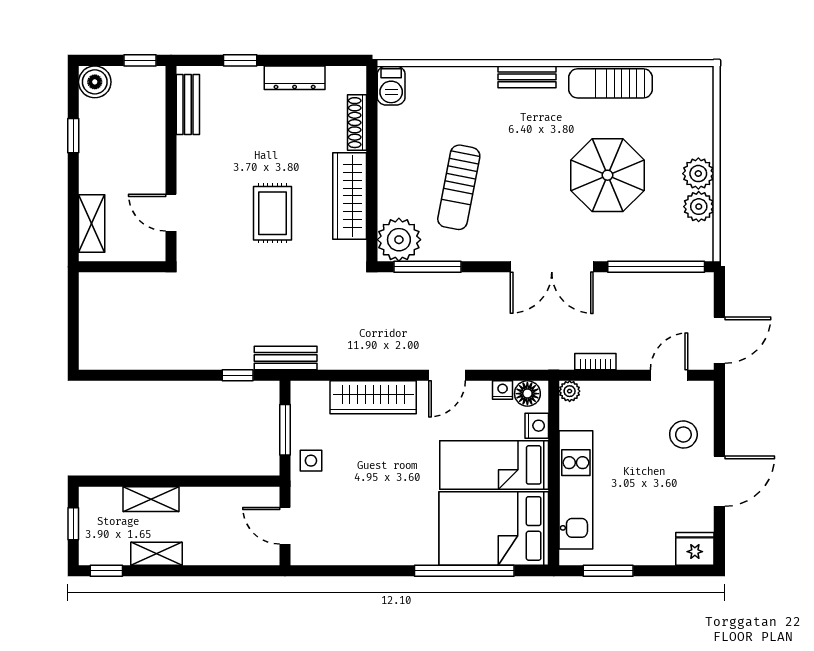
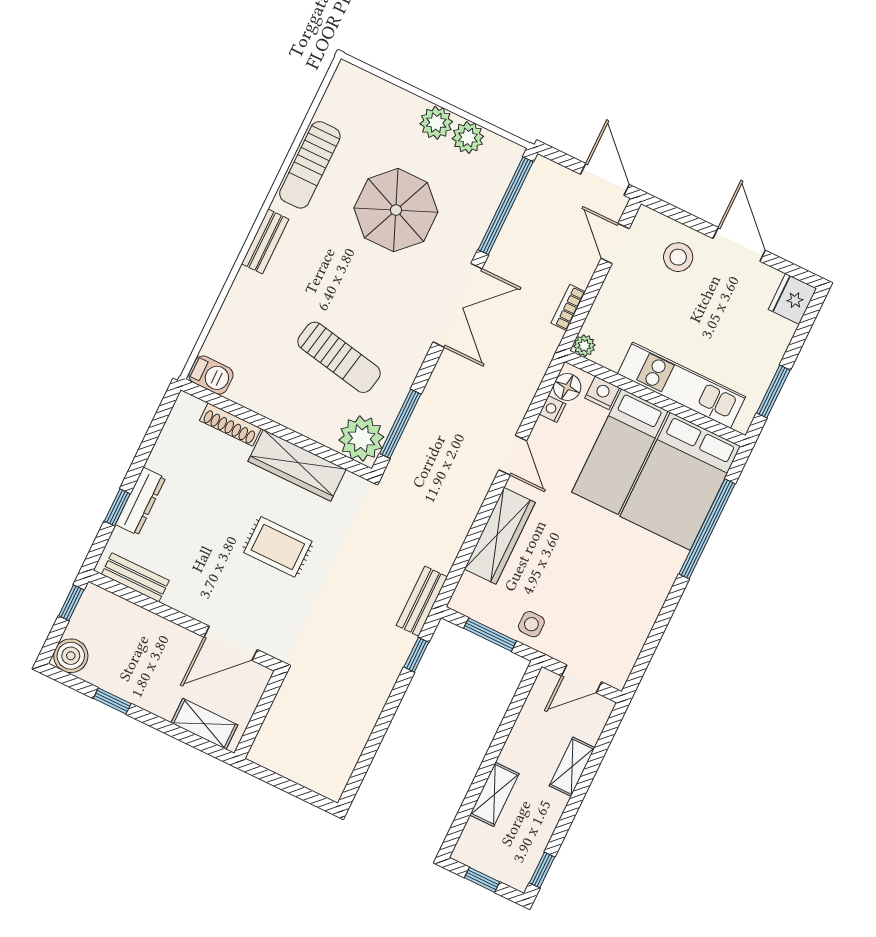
dresser: (295, 78) -> (141, 501), moved
door: (171, 213) -> (231, 643), width x1.38
shelving: (157, 554) -> (572, 767), moved

